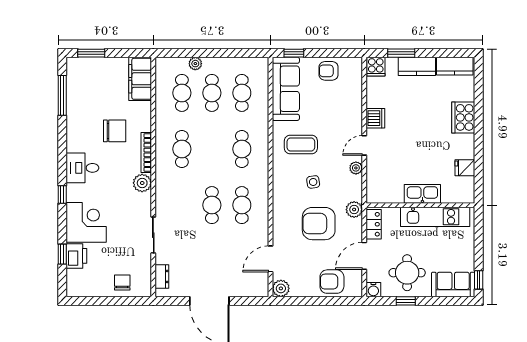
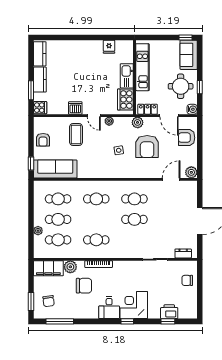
chair: (92, 79) -> (49, 301), added
cooker: (463, 117) -> (125, 100), moved, turned 90
chair: (115, 131) -> (84, 286), turned 90
coffee table: (301, 144) -> (76, 135), moved
plant: (142, 183) -> (70, 267), moved
corner desk: (86, 222) -> (134, 305), moved
door: (270, 259) -> (171, 179), swing flipped
armchair: (332, 282) -> (187, 138), turned 90

